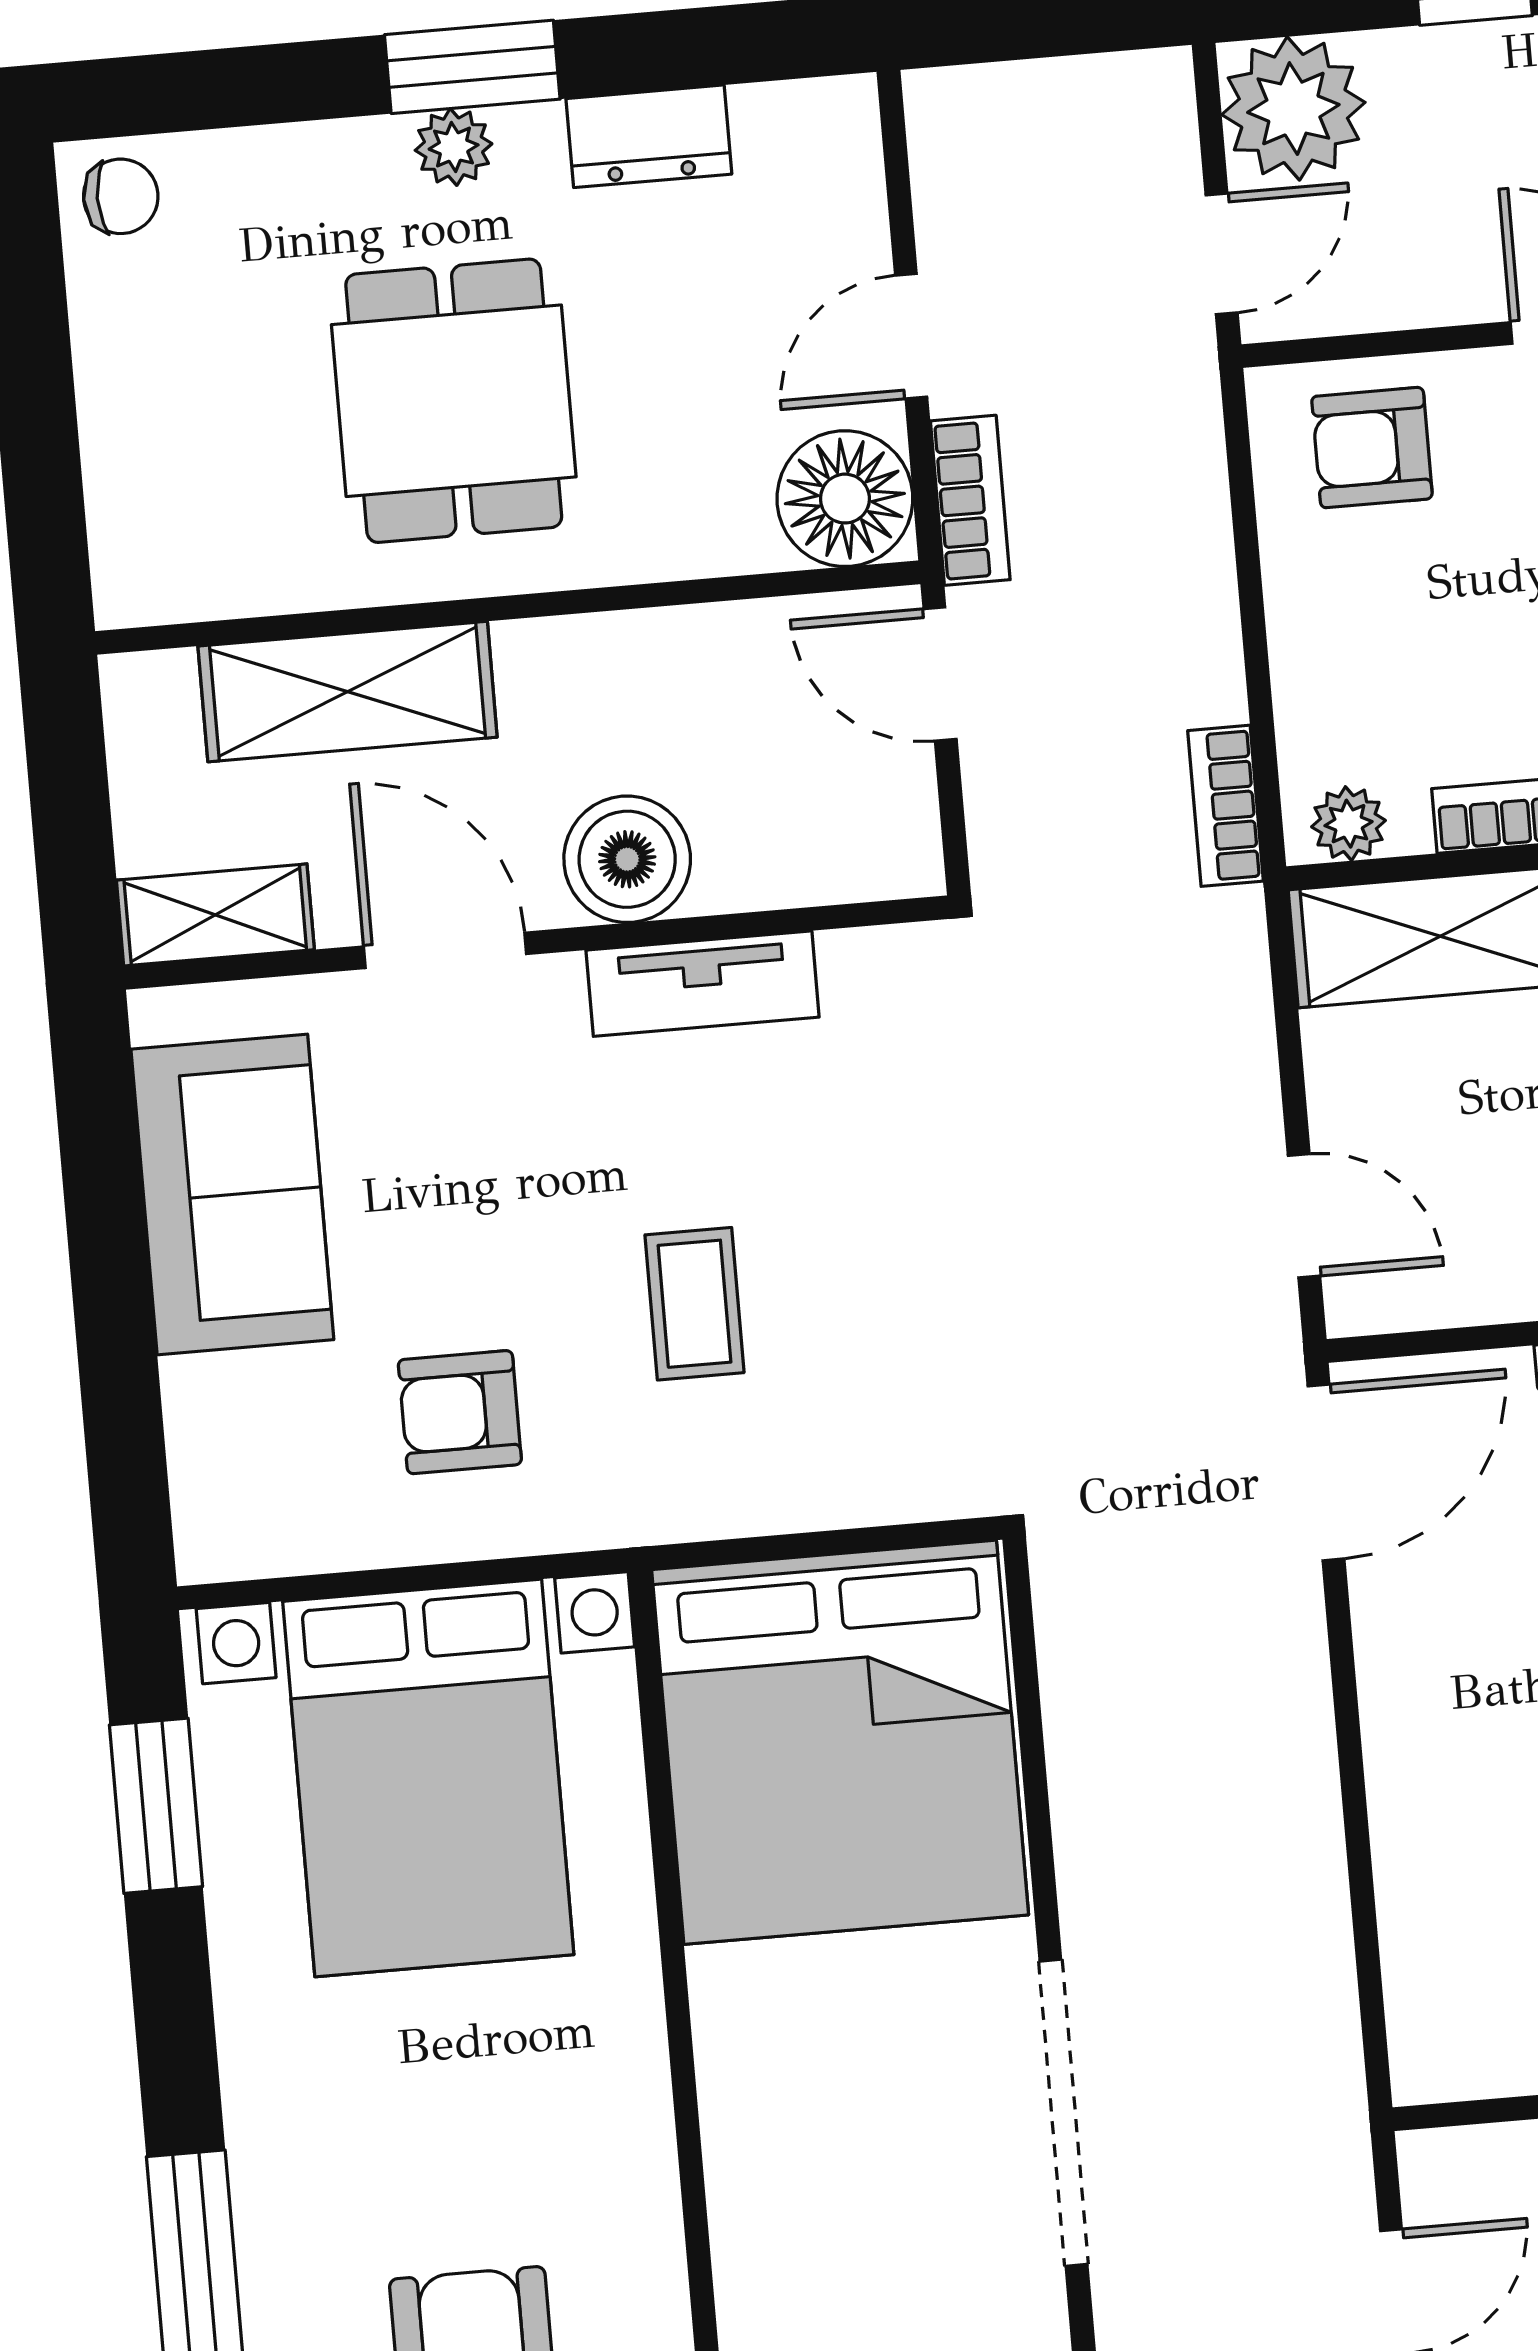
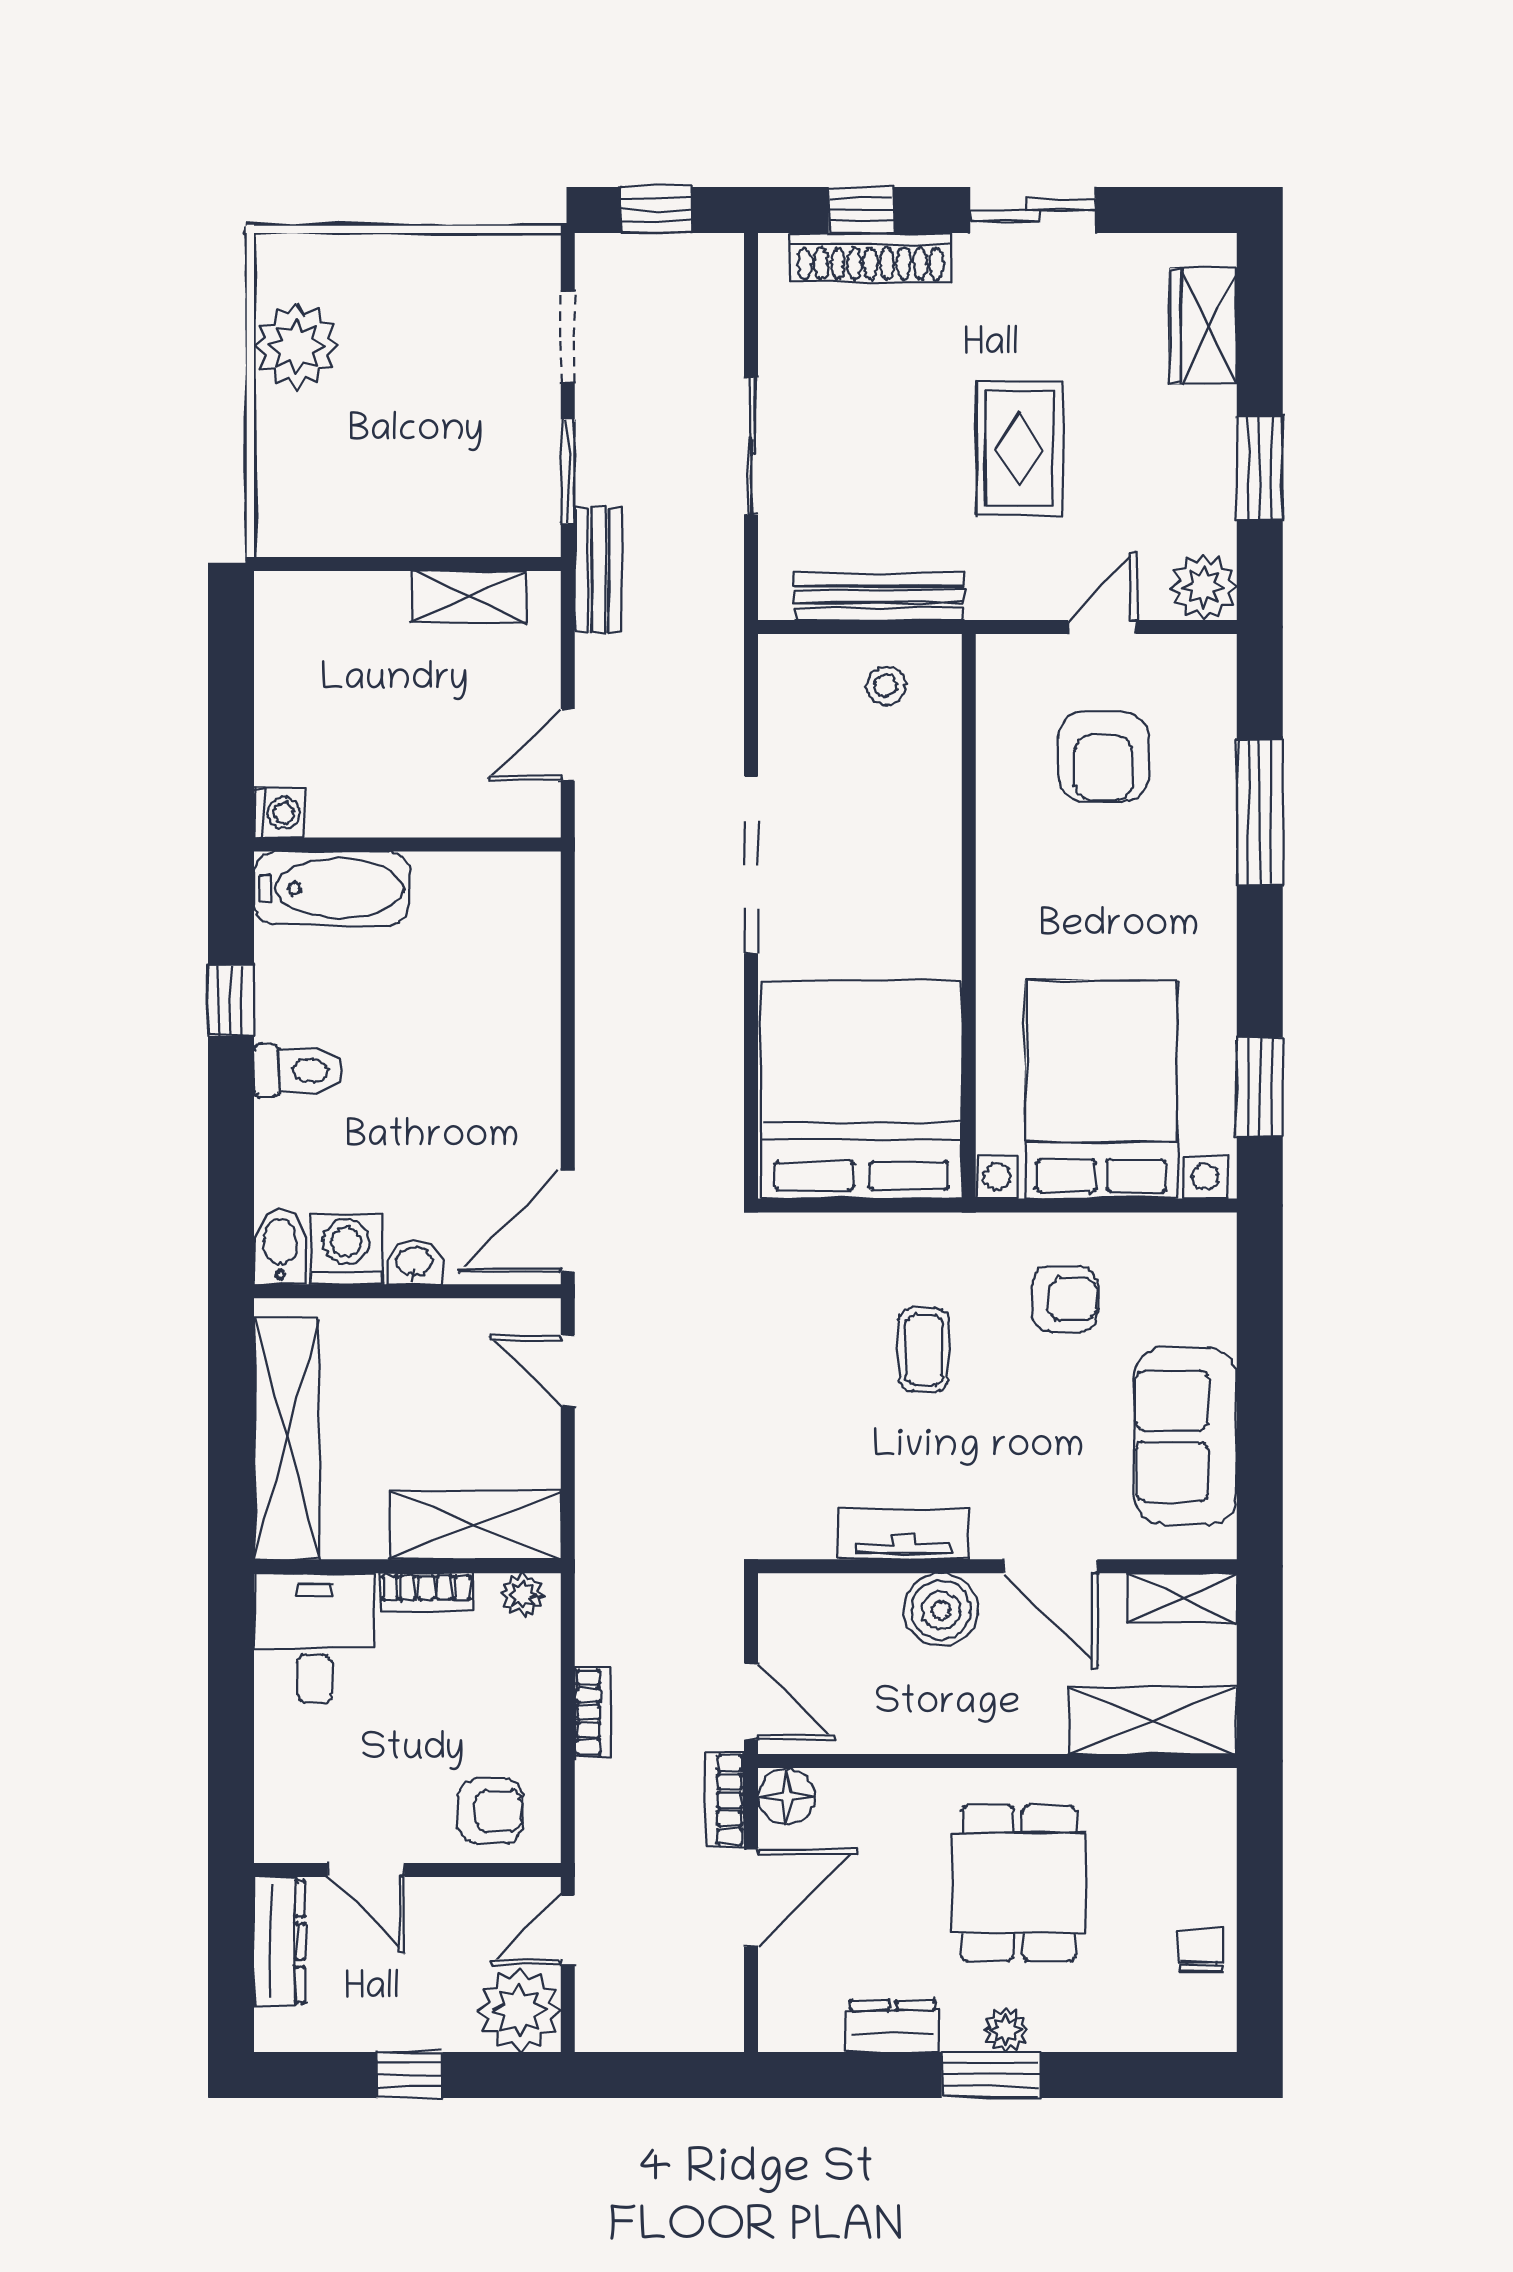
chair: (121, 196) -> (1202, 1951), moved, turned 90
door: (911, 336) -> (751, 1898), width x1.38
floor lamp: (845, 499) -> (787, 1797), width x0.73, depth x0.73
shelving: (348, 692) -> (1153, 1721), moved
bookcase: (1226, 806) -> (593, 1712), moved

